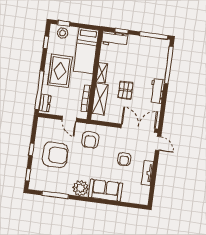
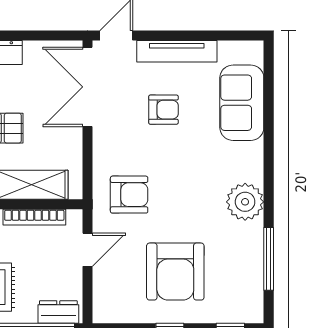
armchair: (55, 155) -> (175, 272), turned 180
tv unit: (147, 173) -> (177, 51), width x1.41
sofa: (105, 190) -> (242, 103), moved

